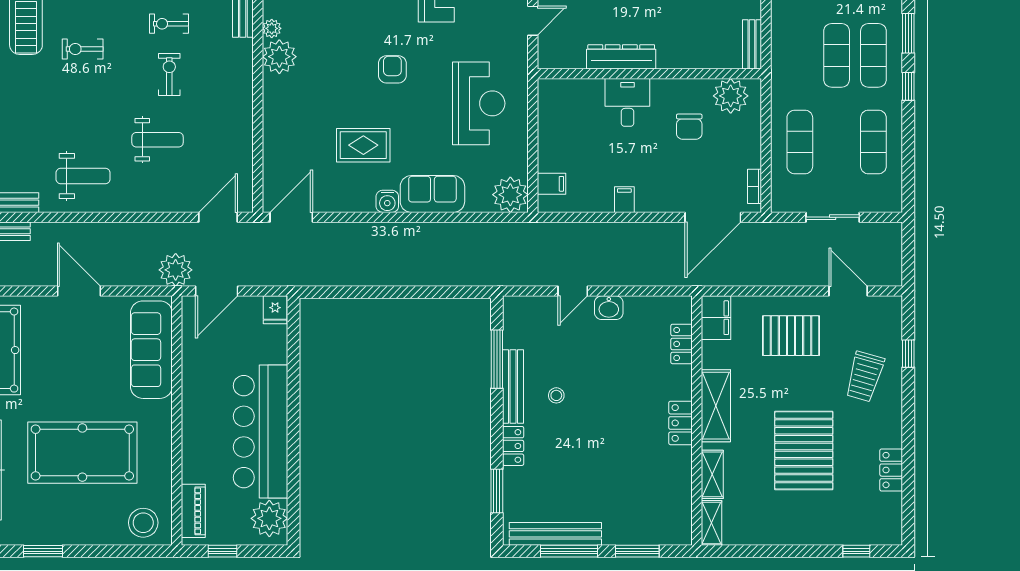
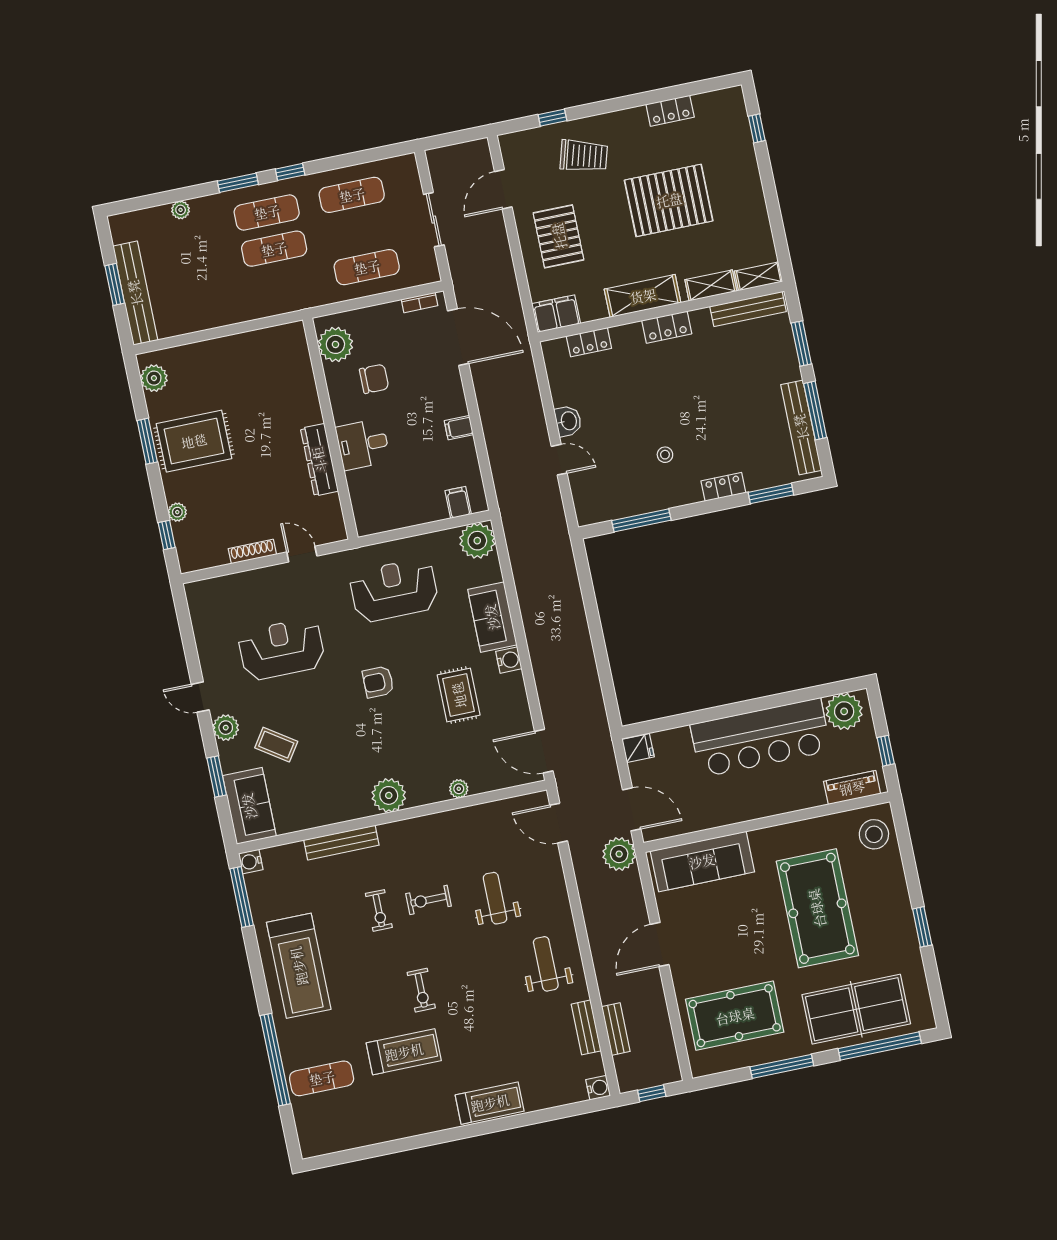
plant: (272, 28) -> (459, 789), moved
bench: (752, 44) -> (281, 334), removed
bench: (513, 387) -> (748, 309), moved

